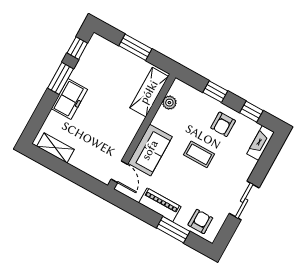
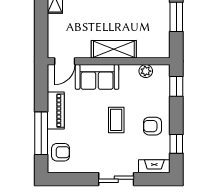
shelving: (149, 92) -> (114, 49), moved
window: (215, 92) -> (176, 86), moved
sliding door: (244, 201) -> (116, 179), moved
window: (173, 230) -> (41, 133), width x1.44

